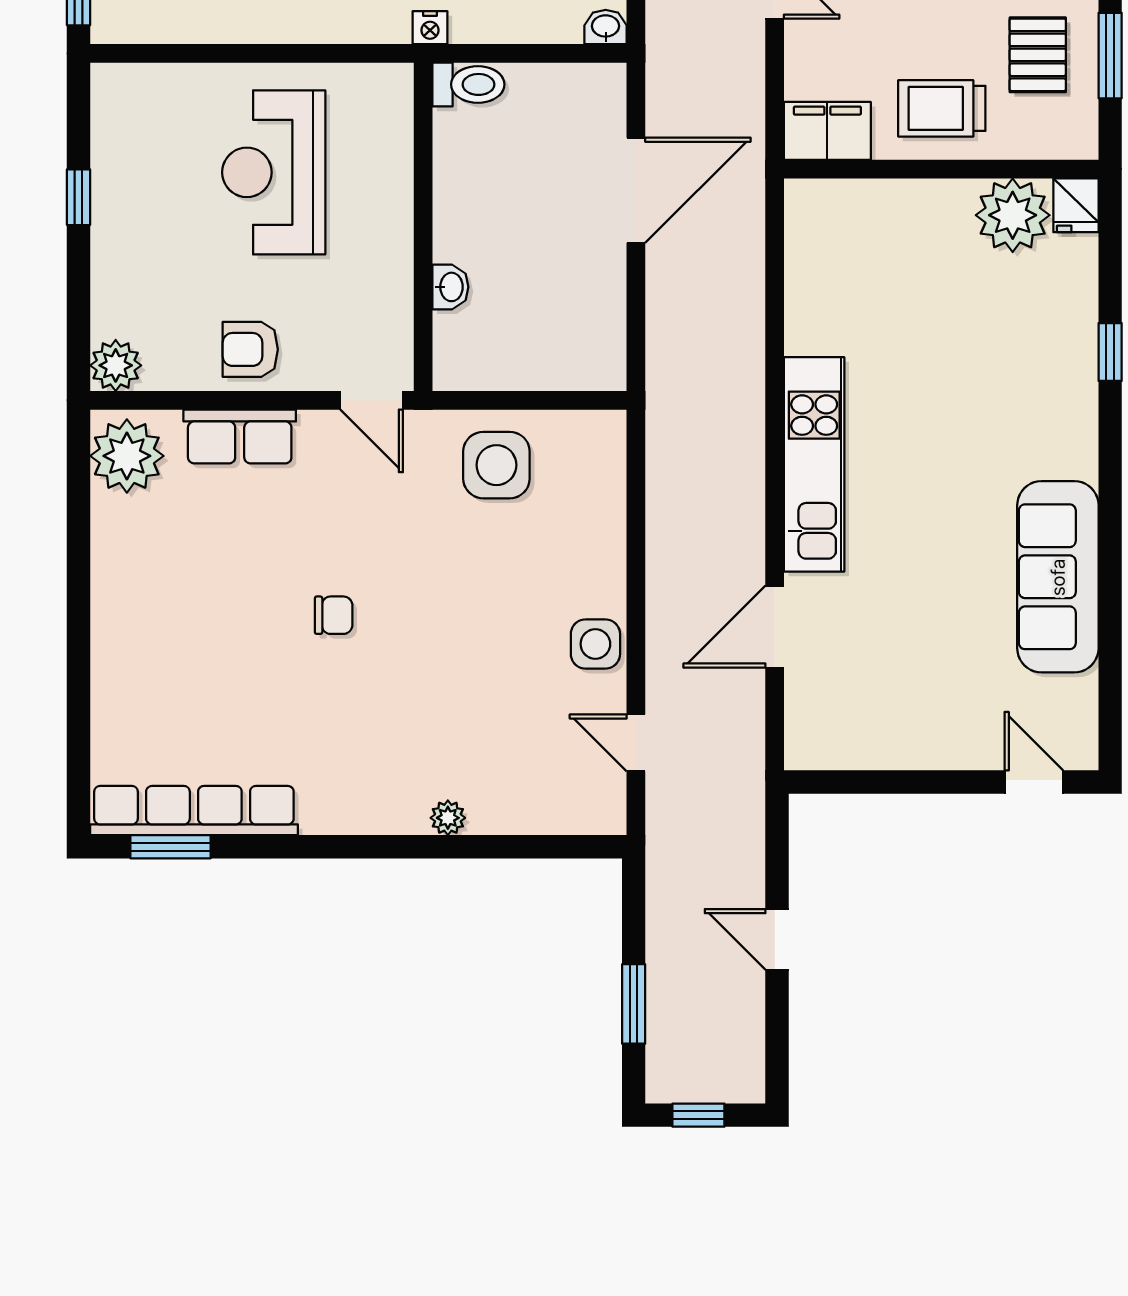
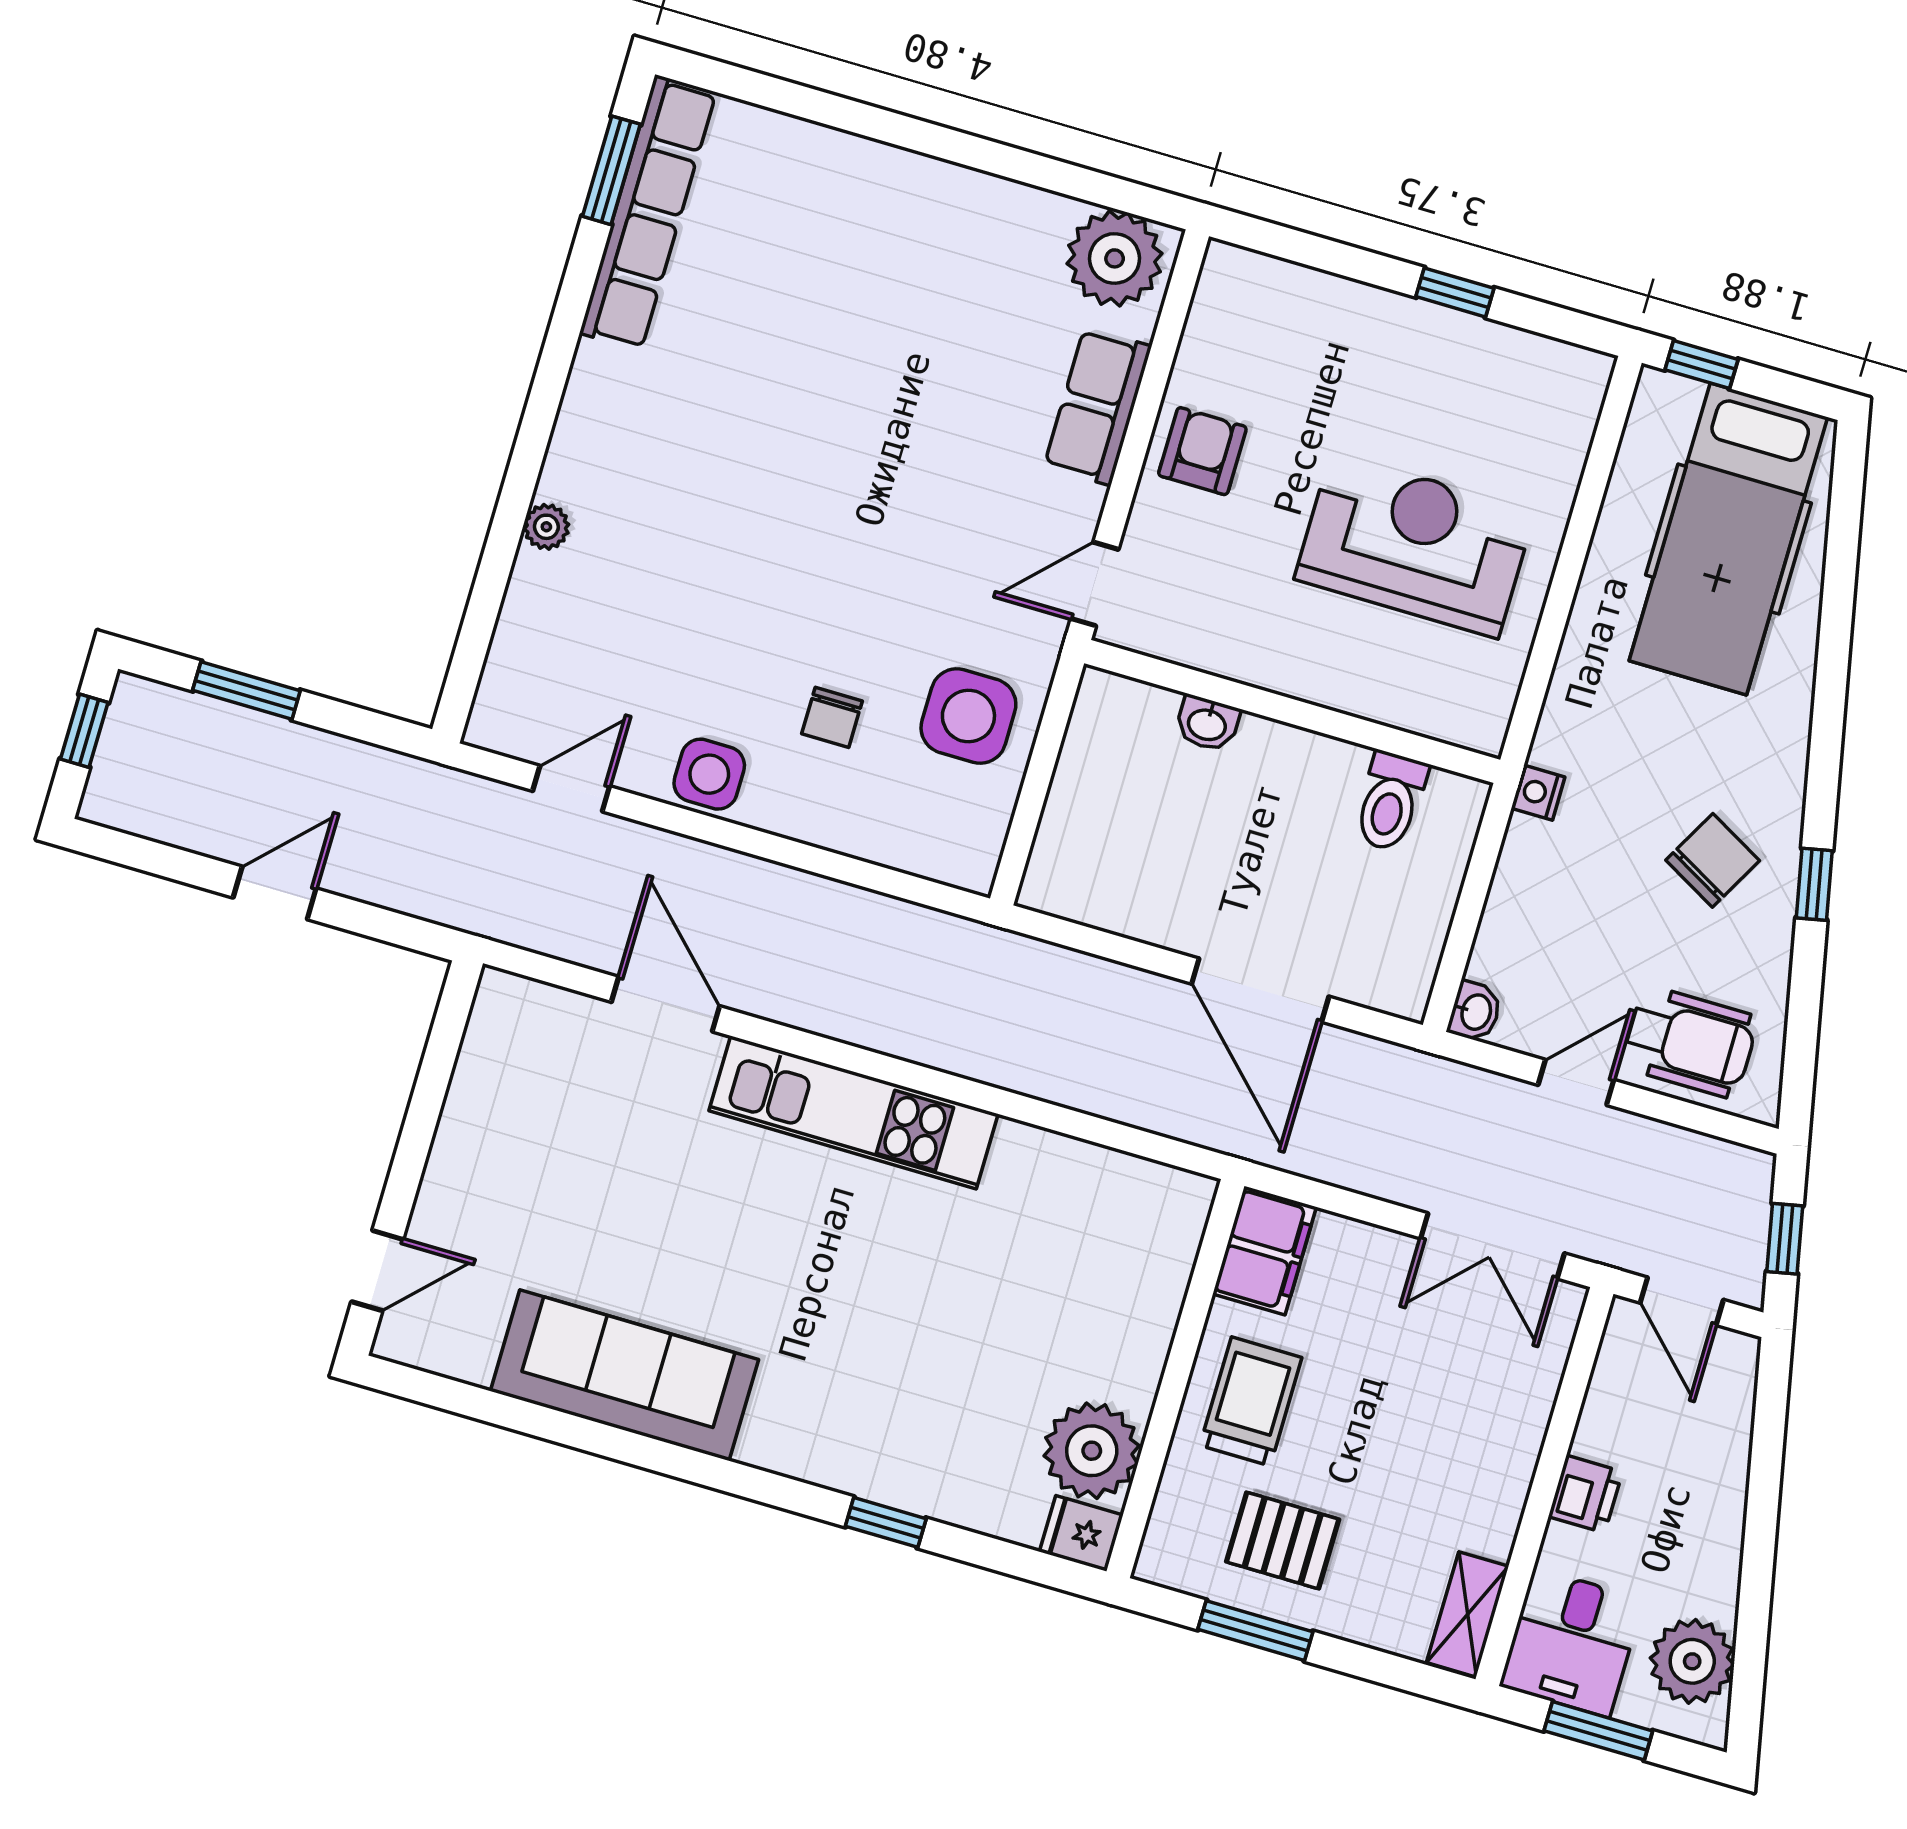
toilet: (468, 84) -> (1390, 801), moved
plant: (116, 365) -> (1231, 277), removed
chair: (334, 615) -> (832, 717), moved

